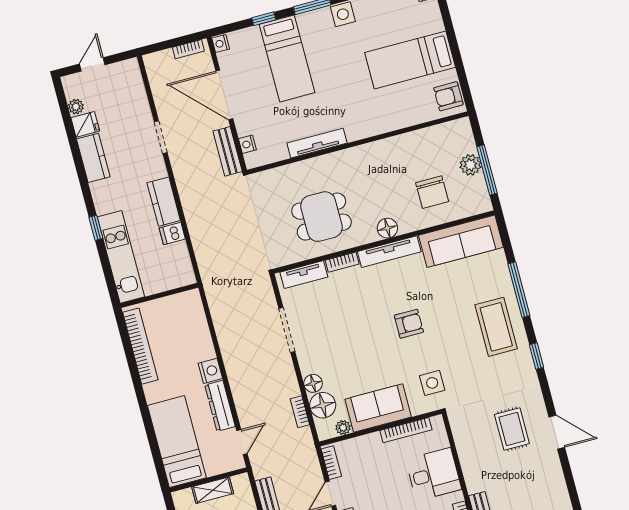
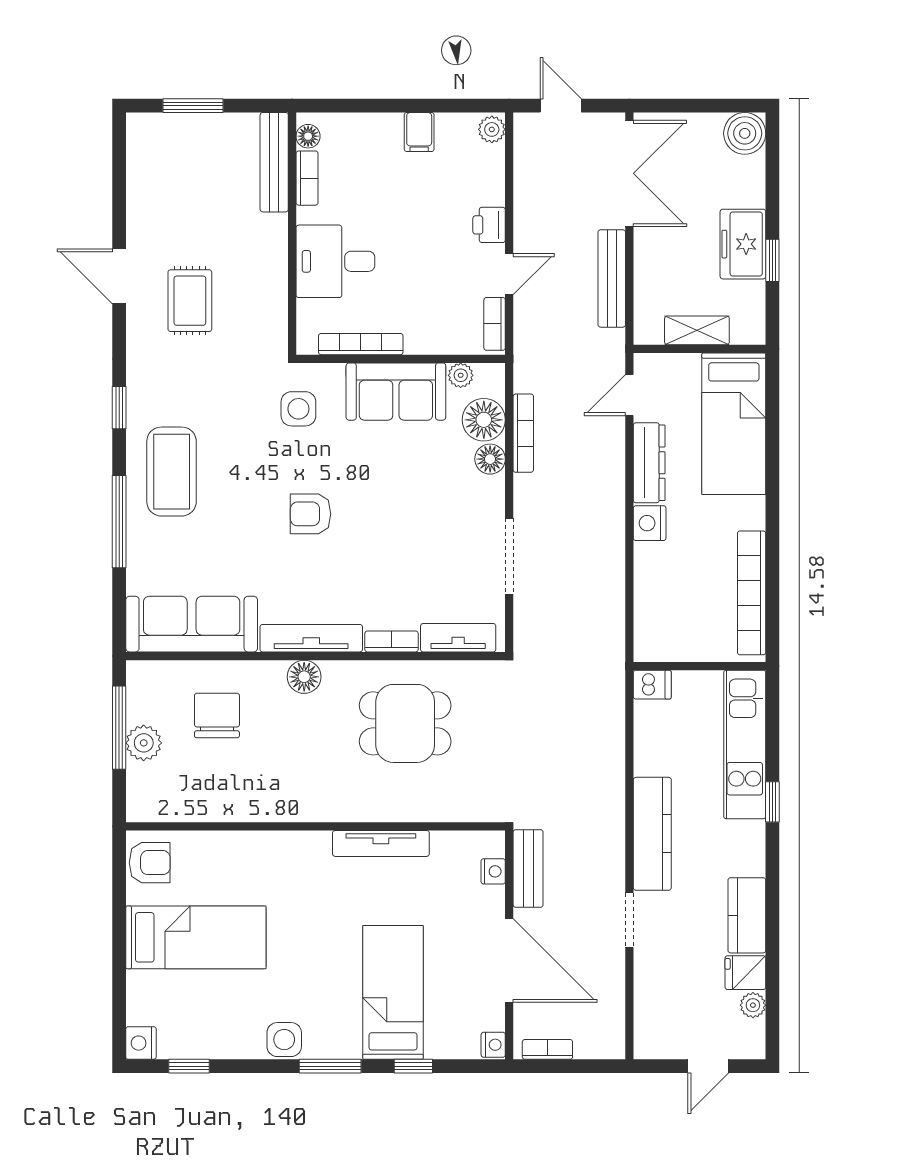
kitchen counter: (164, 202) -> (652, 834), width x1.50
dishwasher: (172, 234) -> (652, 685), moved
bookcase: (300, 412) -> (523, 433), width x1.56

